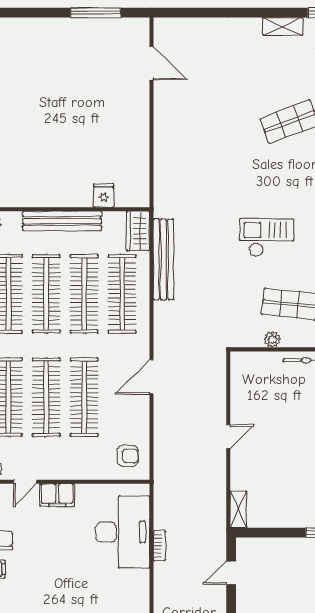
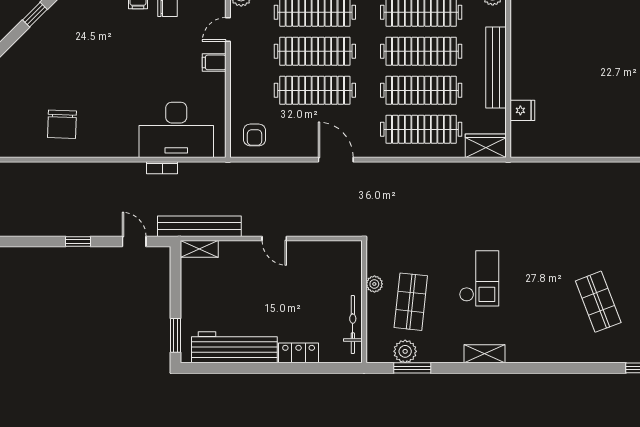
bench: (164, 259) -> (199, 226), moved
door: (25, 482) -> (228, 29), hinge flipped
filing cabinet: (57, 495) -> (214, 62), width x0.50

